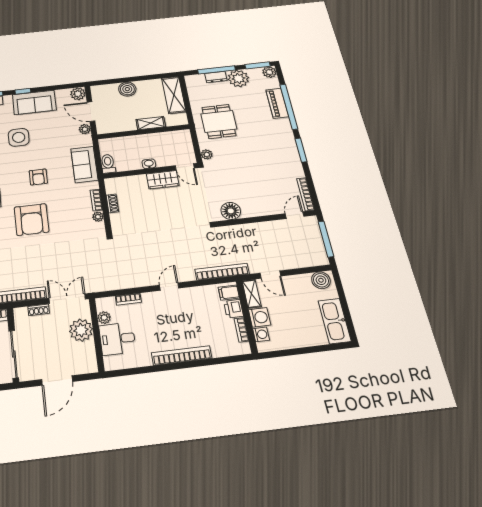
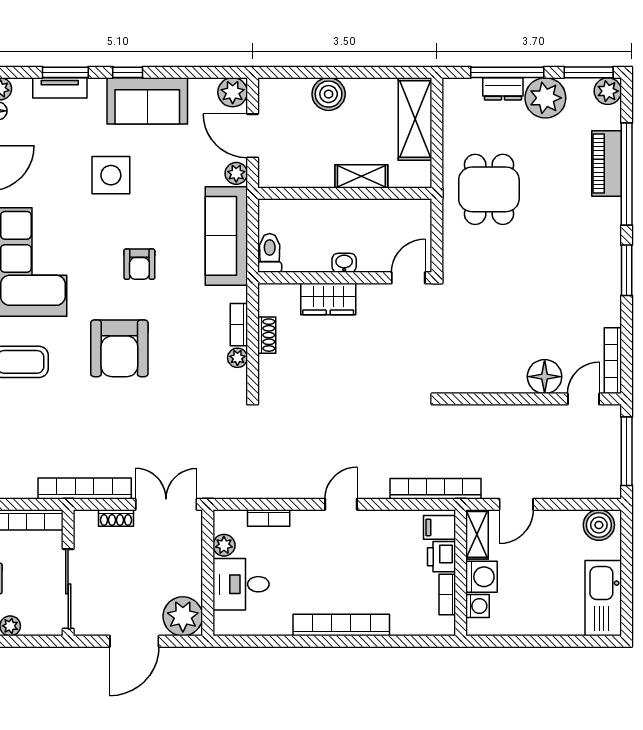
plant: (207, 154) -> (453, 257), removed
sofa: (84, 165) -> (226, 236), width x1.36
door: (185, 167) -> (408, 278), swing flipped
wardrobe: (163, 180) -> (328, 299), moved
floor lamp: (231, 211) -> (545, 377), moved
door: (270, 275) -> (516, 504), hinge flipped
plant: (81, 330) -> (183, 616), moved

